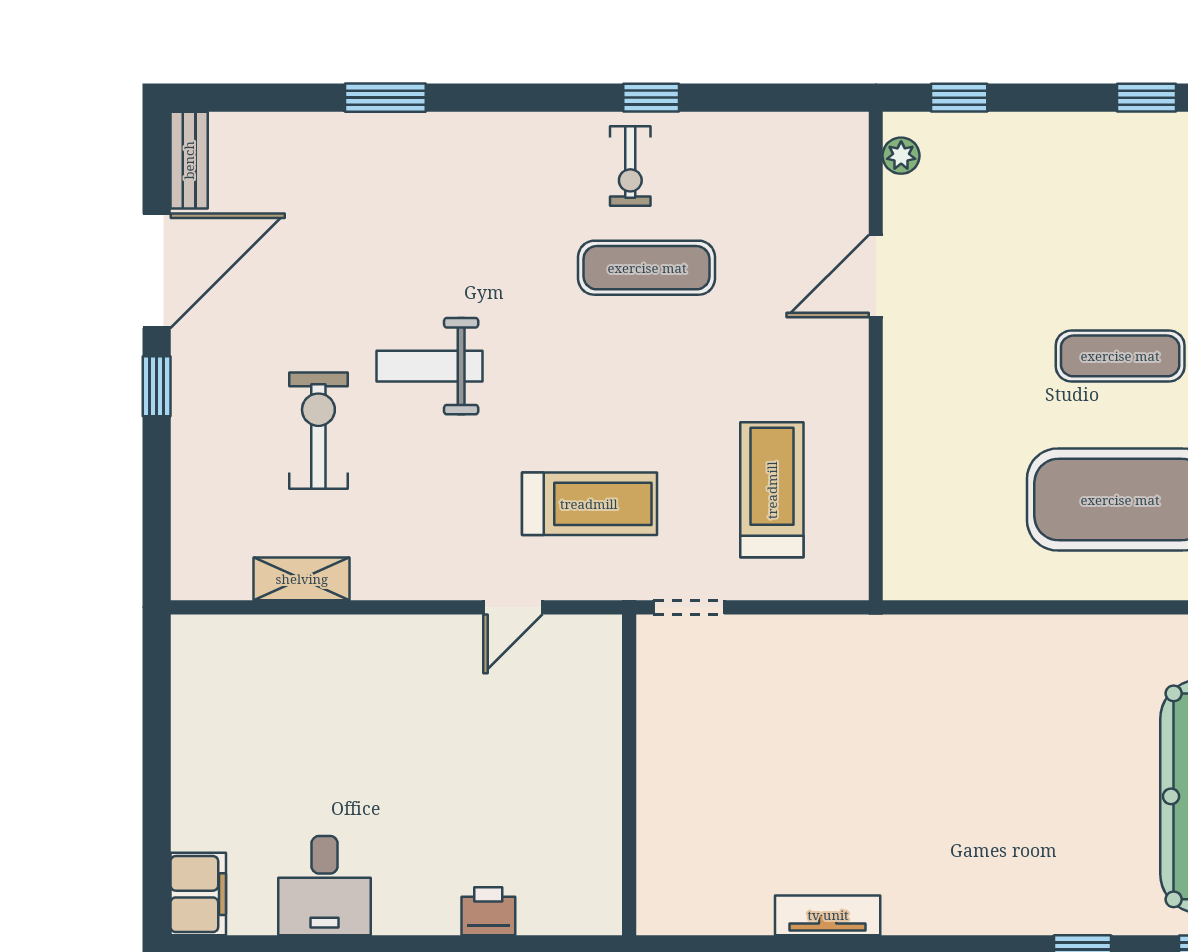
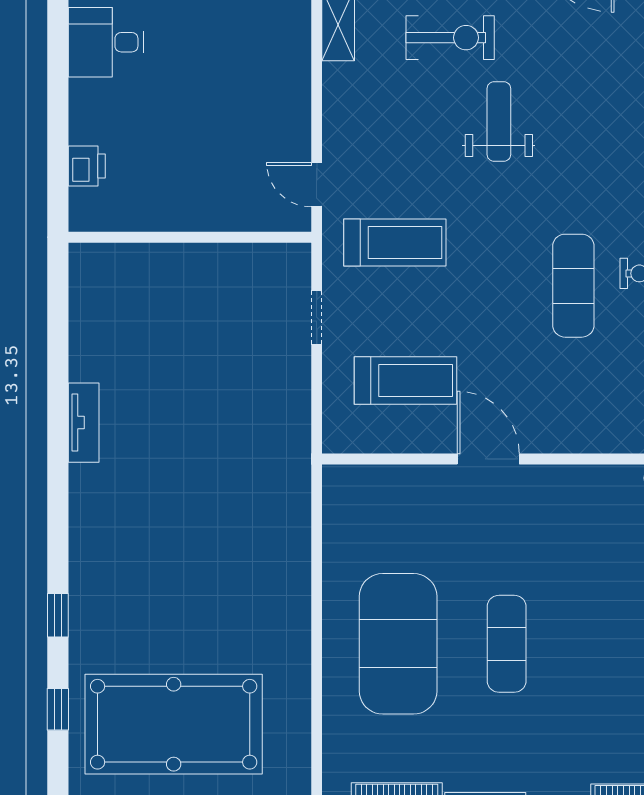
door: (876, 276) -> (488, 459), moved
treadmill: (589, 504) -> (395, 242), turned -90
wall: (629, 775) -> (190, 237), moved

